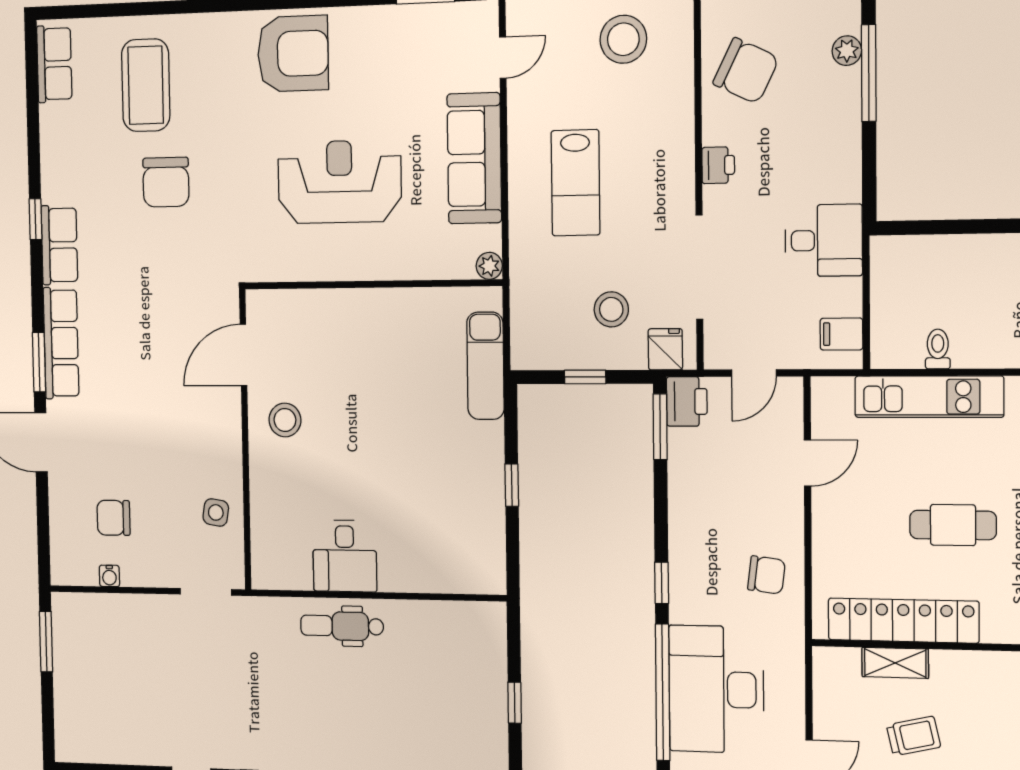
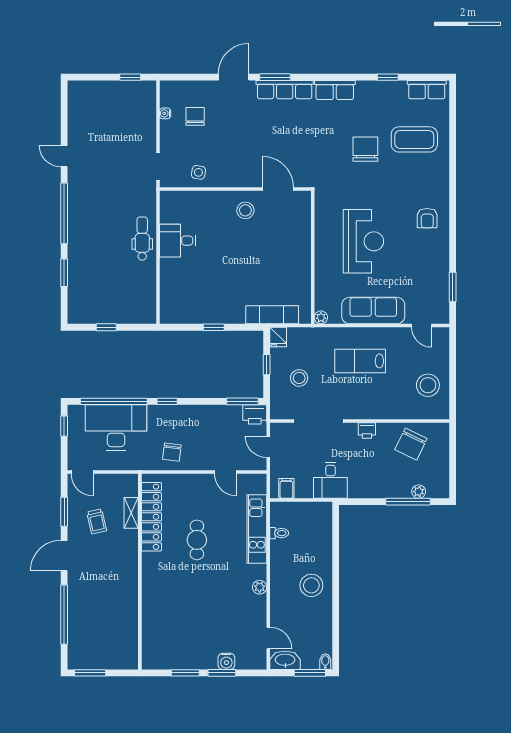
armchair: (293, 54) -> (427, 218), width x0.53, depth x0.53
chair: (166, 182) -> (365, 149), turned 90
window: (35, 219) -> (388, 77), moved
fridge: (665, 349) -> (278, 337), moved, turned 90
window: (46, 642) -> (130, 77), width x0.67

